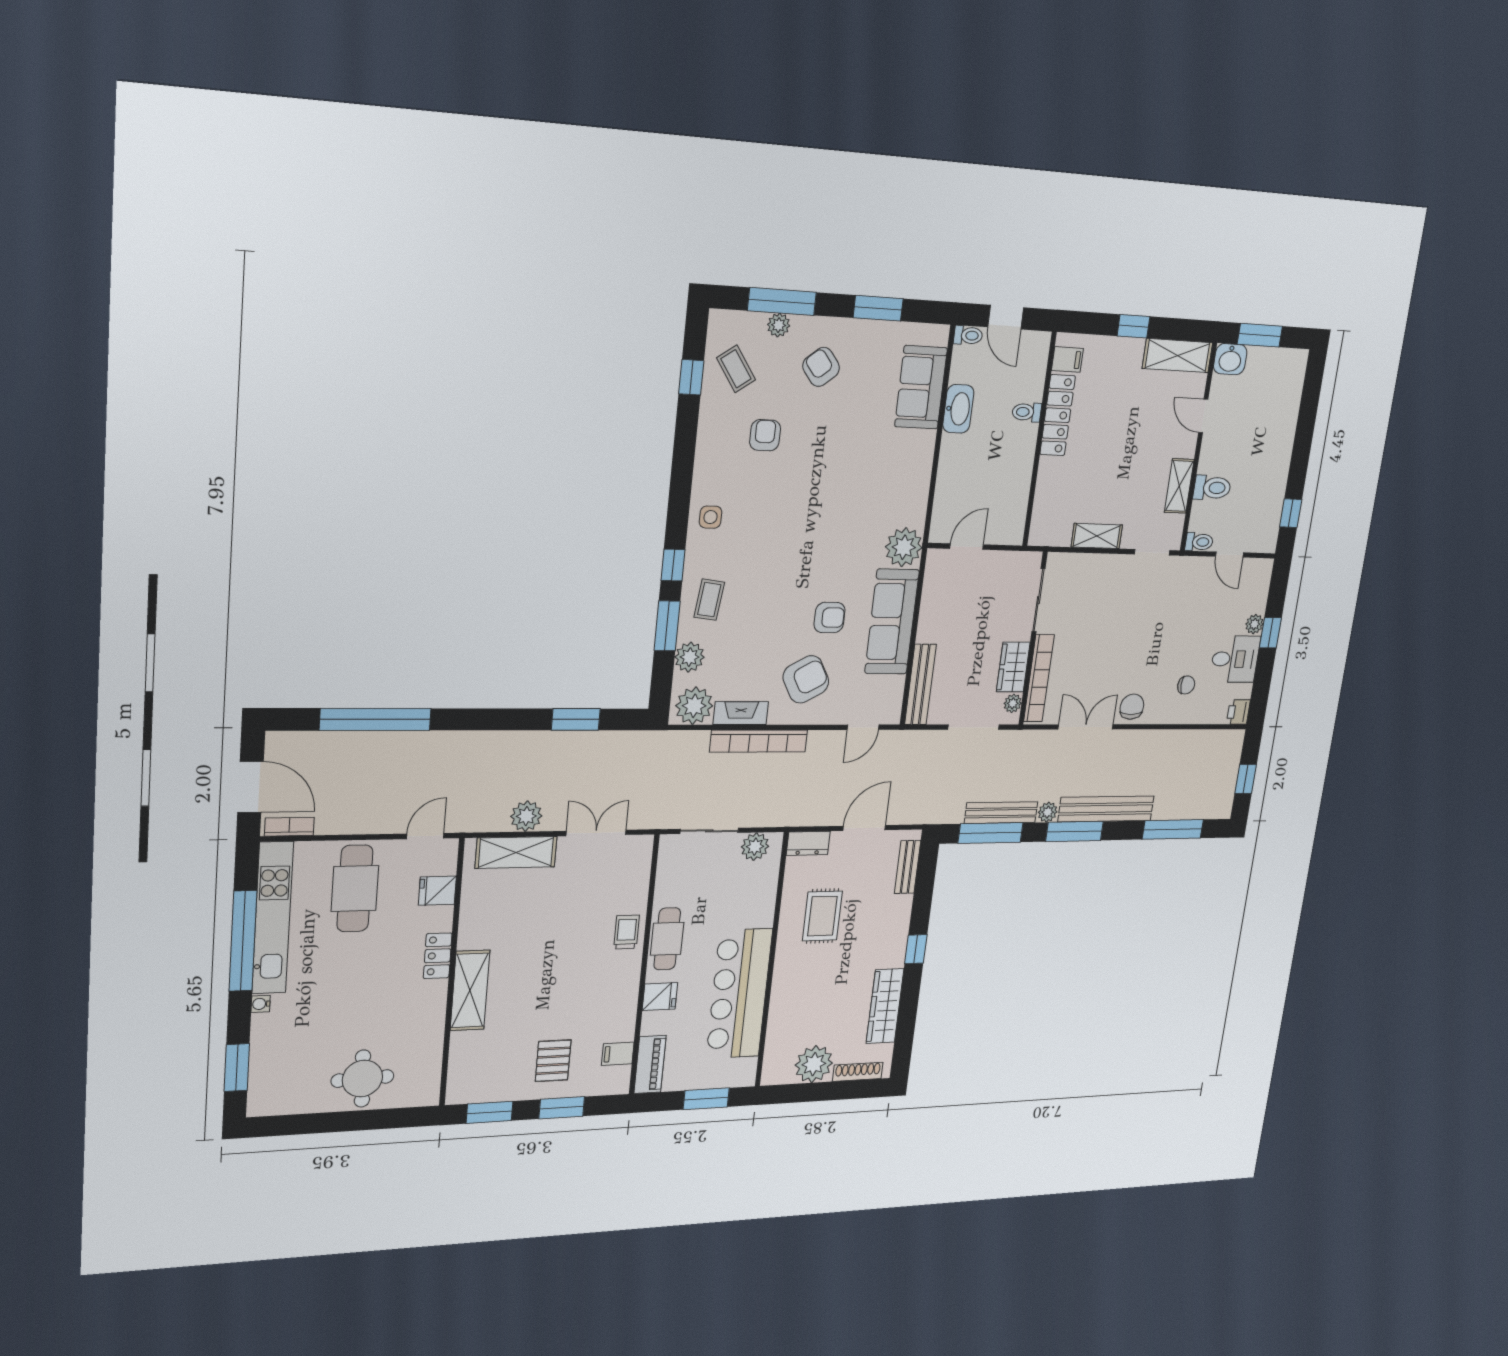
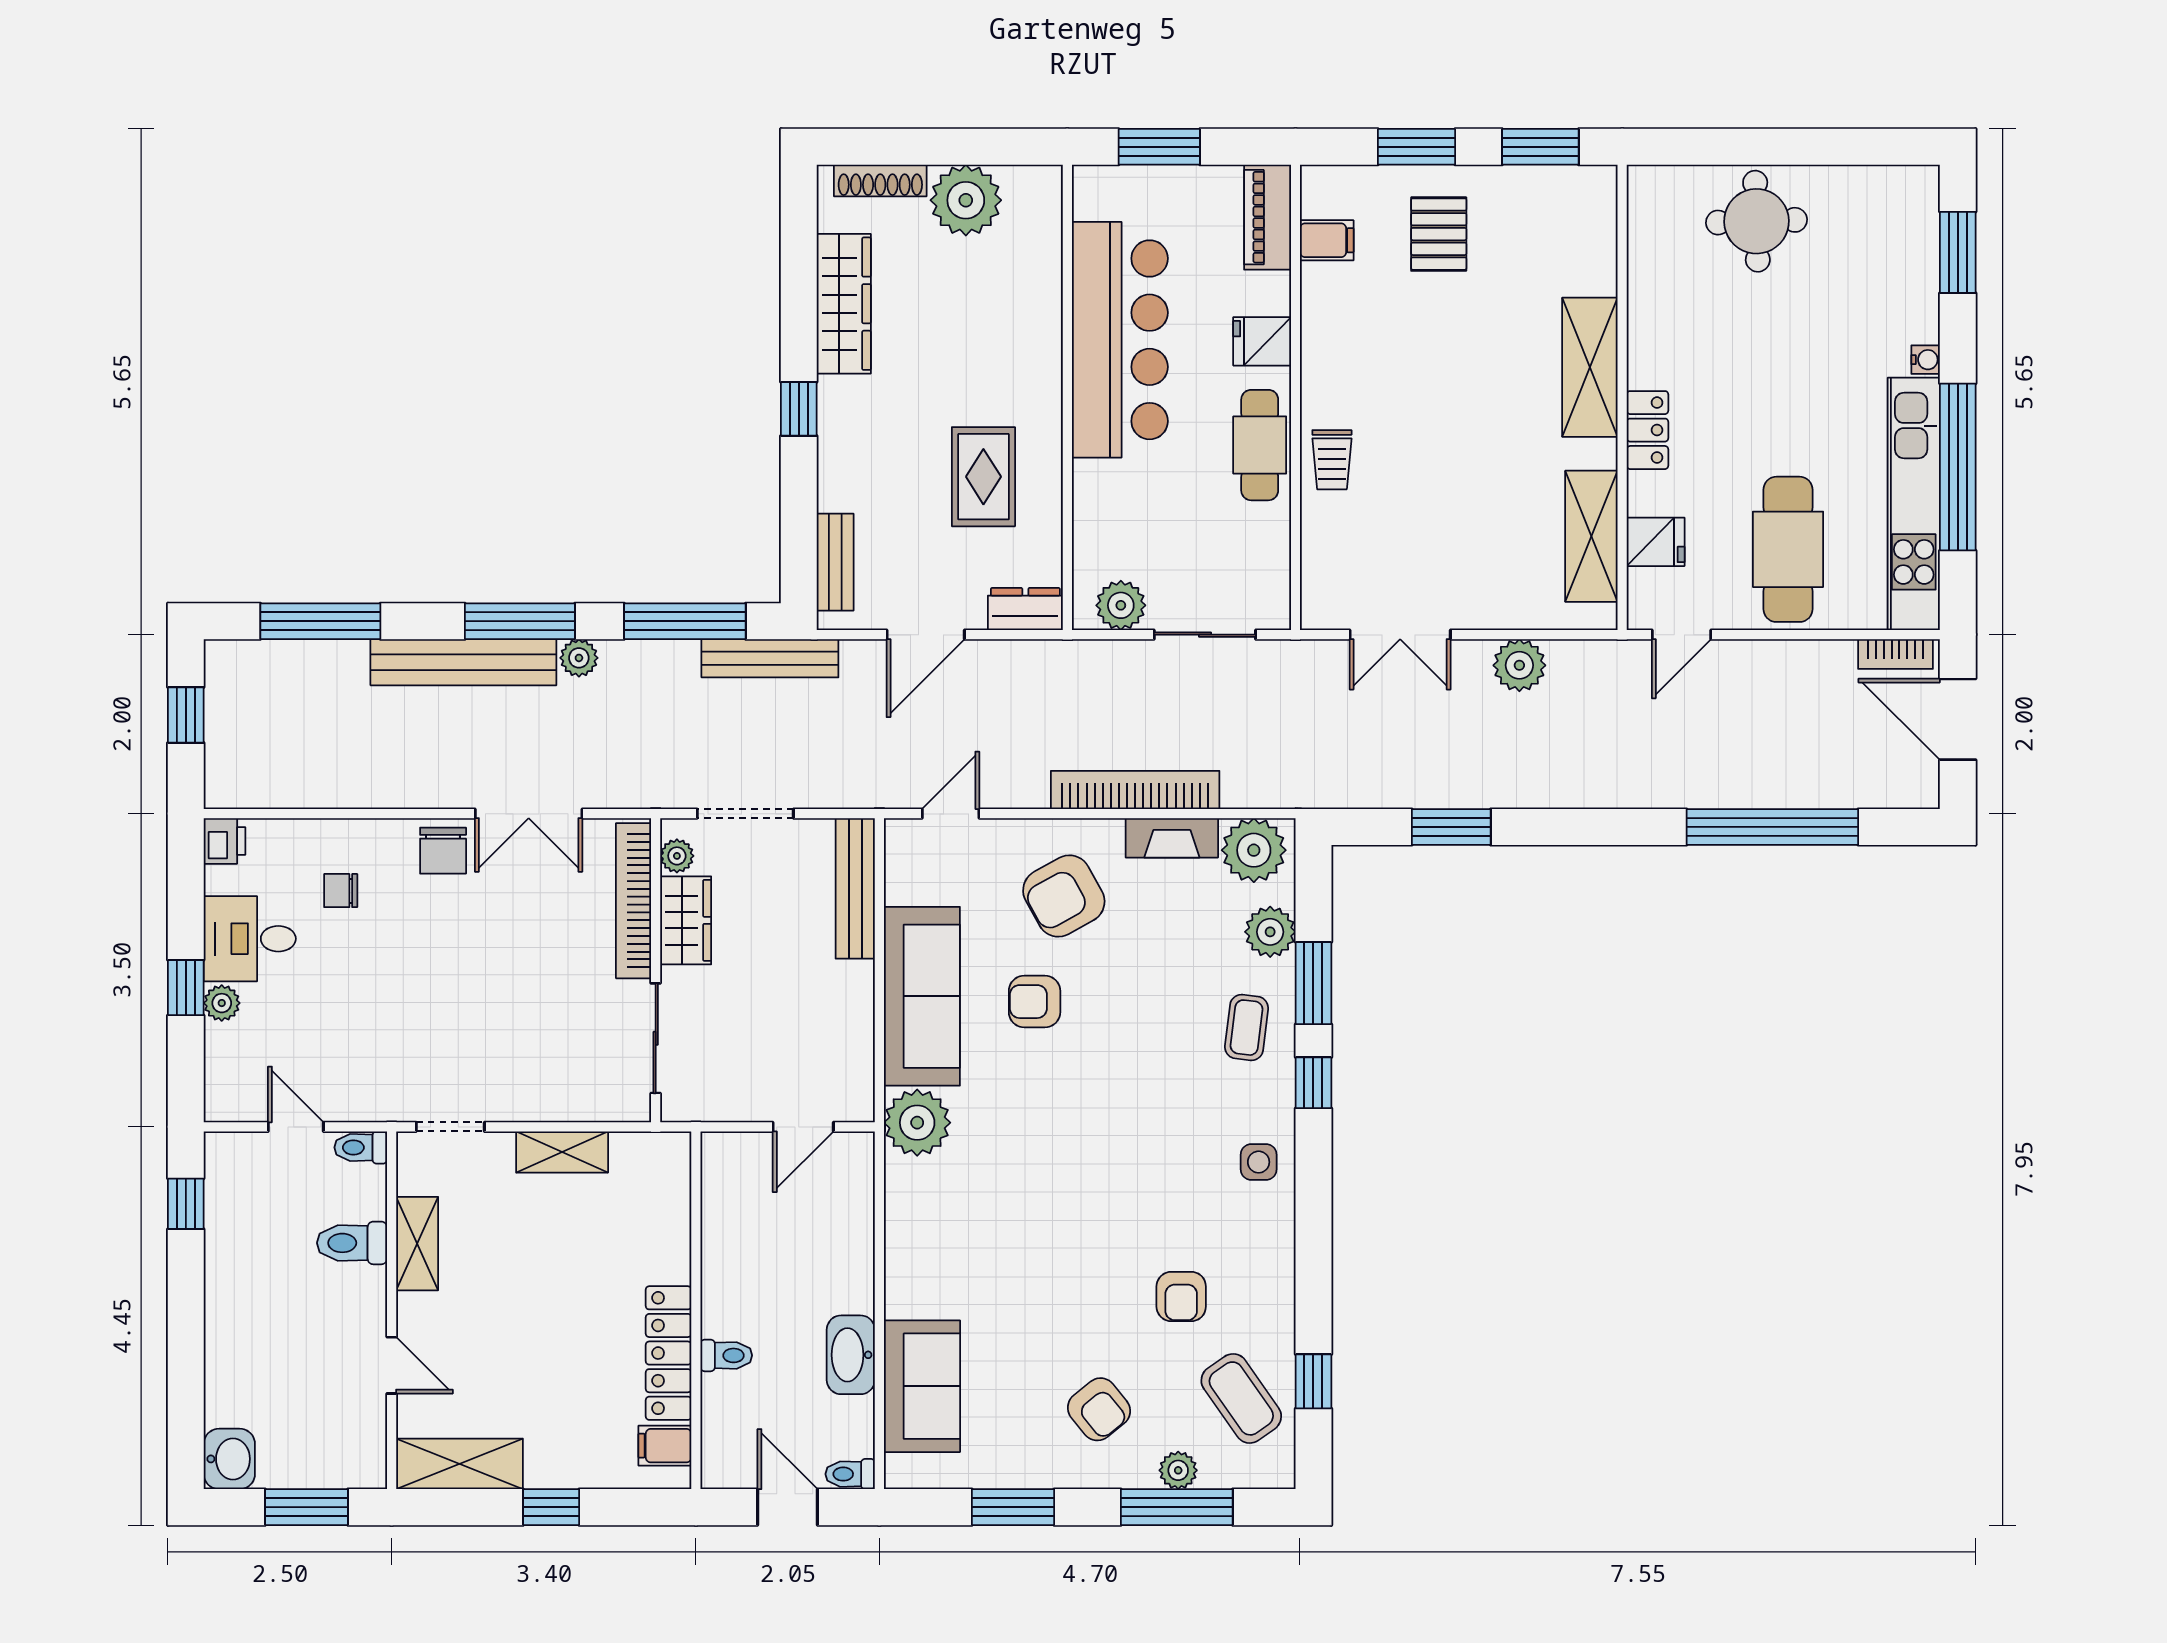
washbasin: (1230, 359) -> (229, 1459), moved, turned 90
coffee table: (736, 369) -> (1241, 1398), width x1.36, depth x1.30
bench: (1001, 813) -> (770, 658), moved
shelving: (516, 852) -> (1591, 536), moved, turned 90

